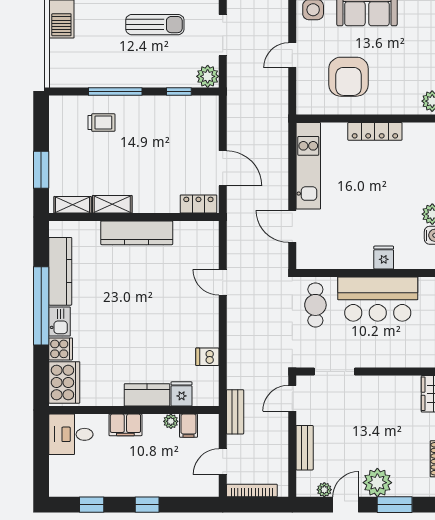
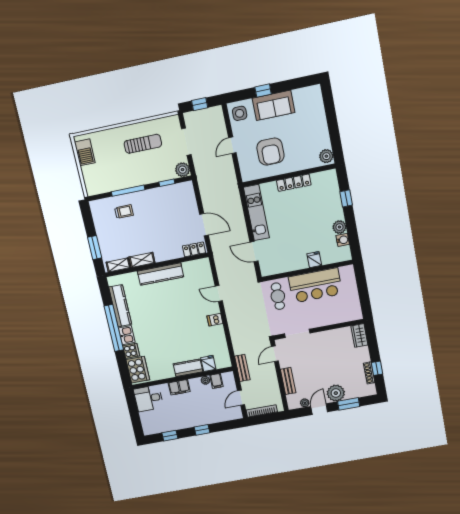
dishwasher: (207, 357) -> (215, 320), moved

